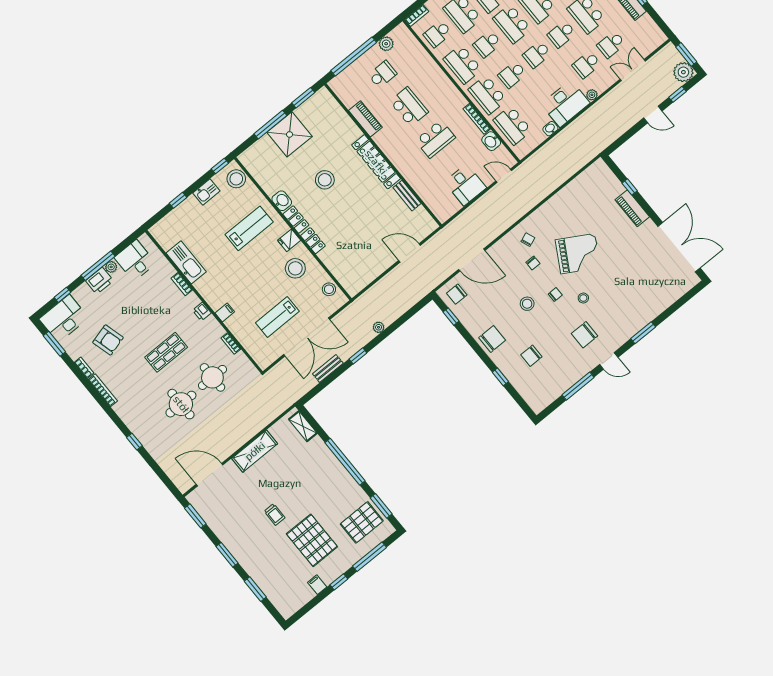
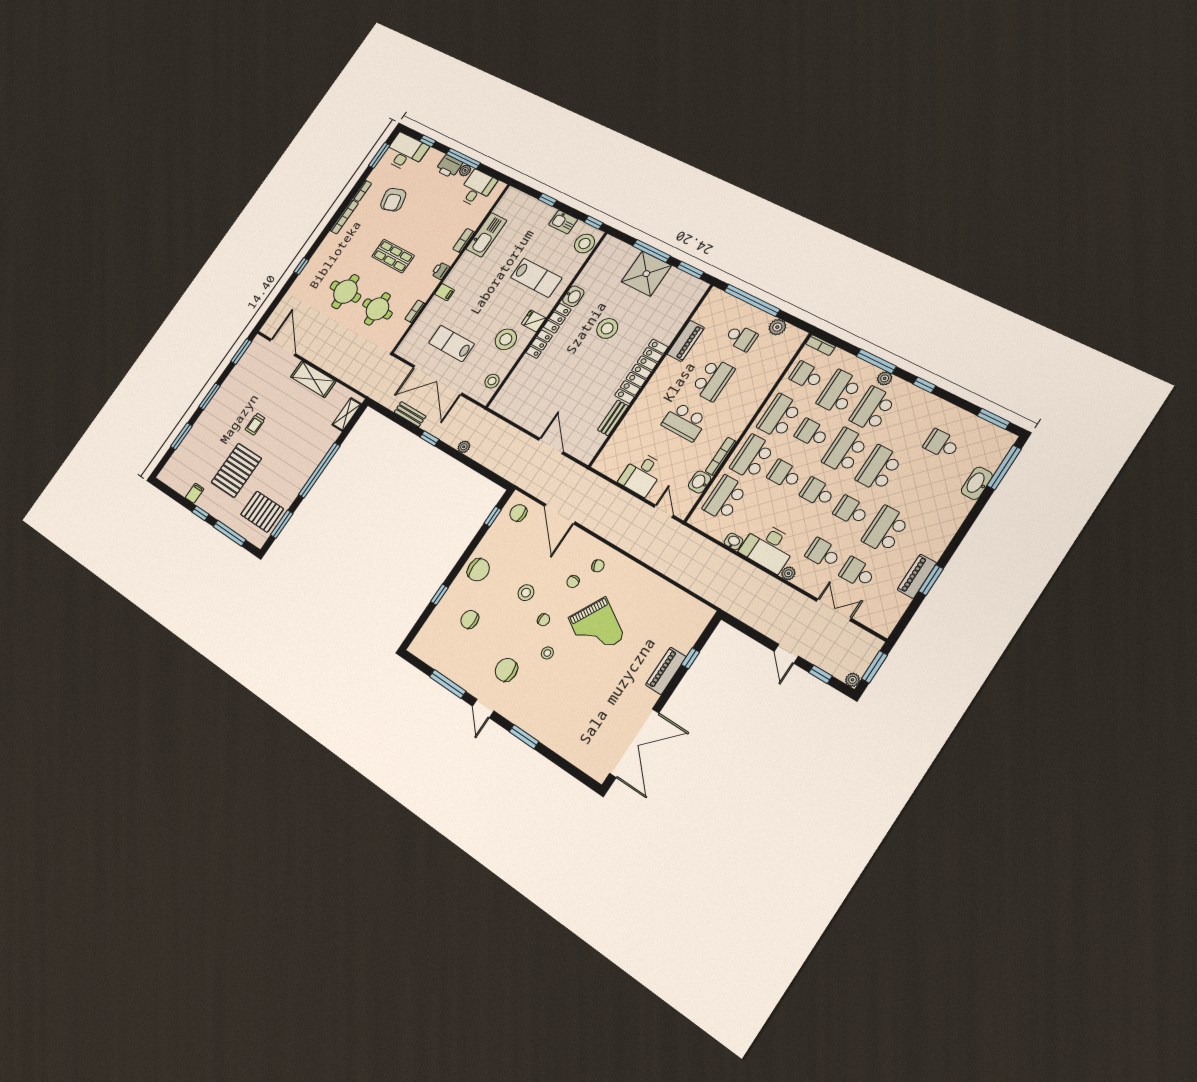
plant: (683, 72) -> (852, 680), width x0.53, depth x0.53

